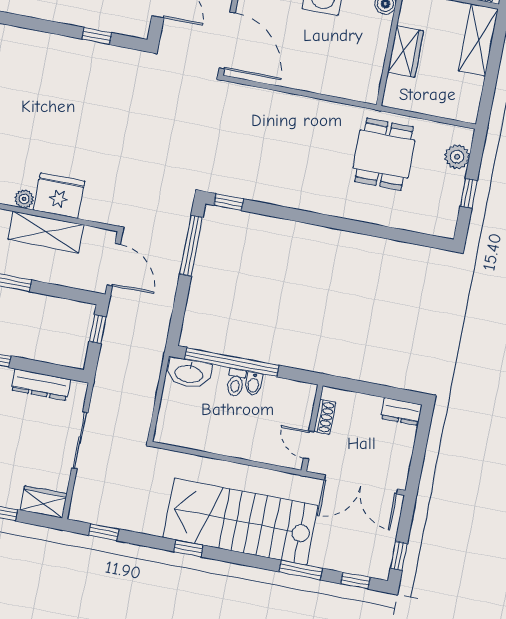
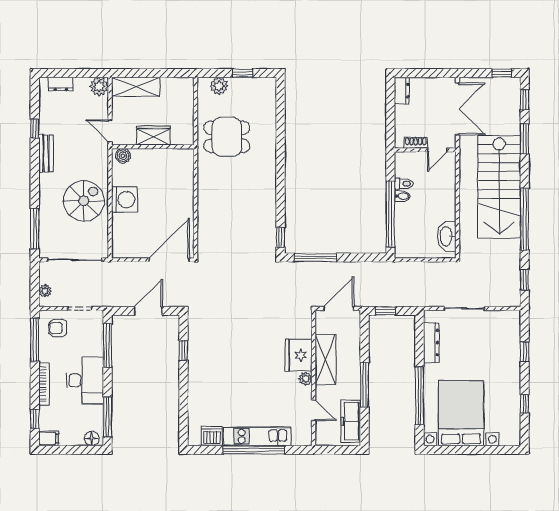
washbasin: (189, 373) -> (447, 236), moved, turned 180
toilet: (236, 382) -> (404, 184), moved
wardrobe: (44, 502) -> (512, 325), removed
window: (188, 548) -> (525, 219), width x3.17

